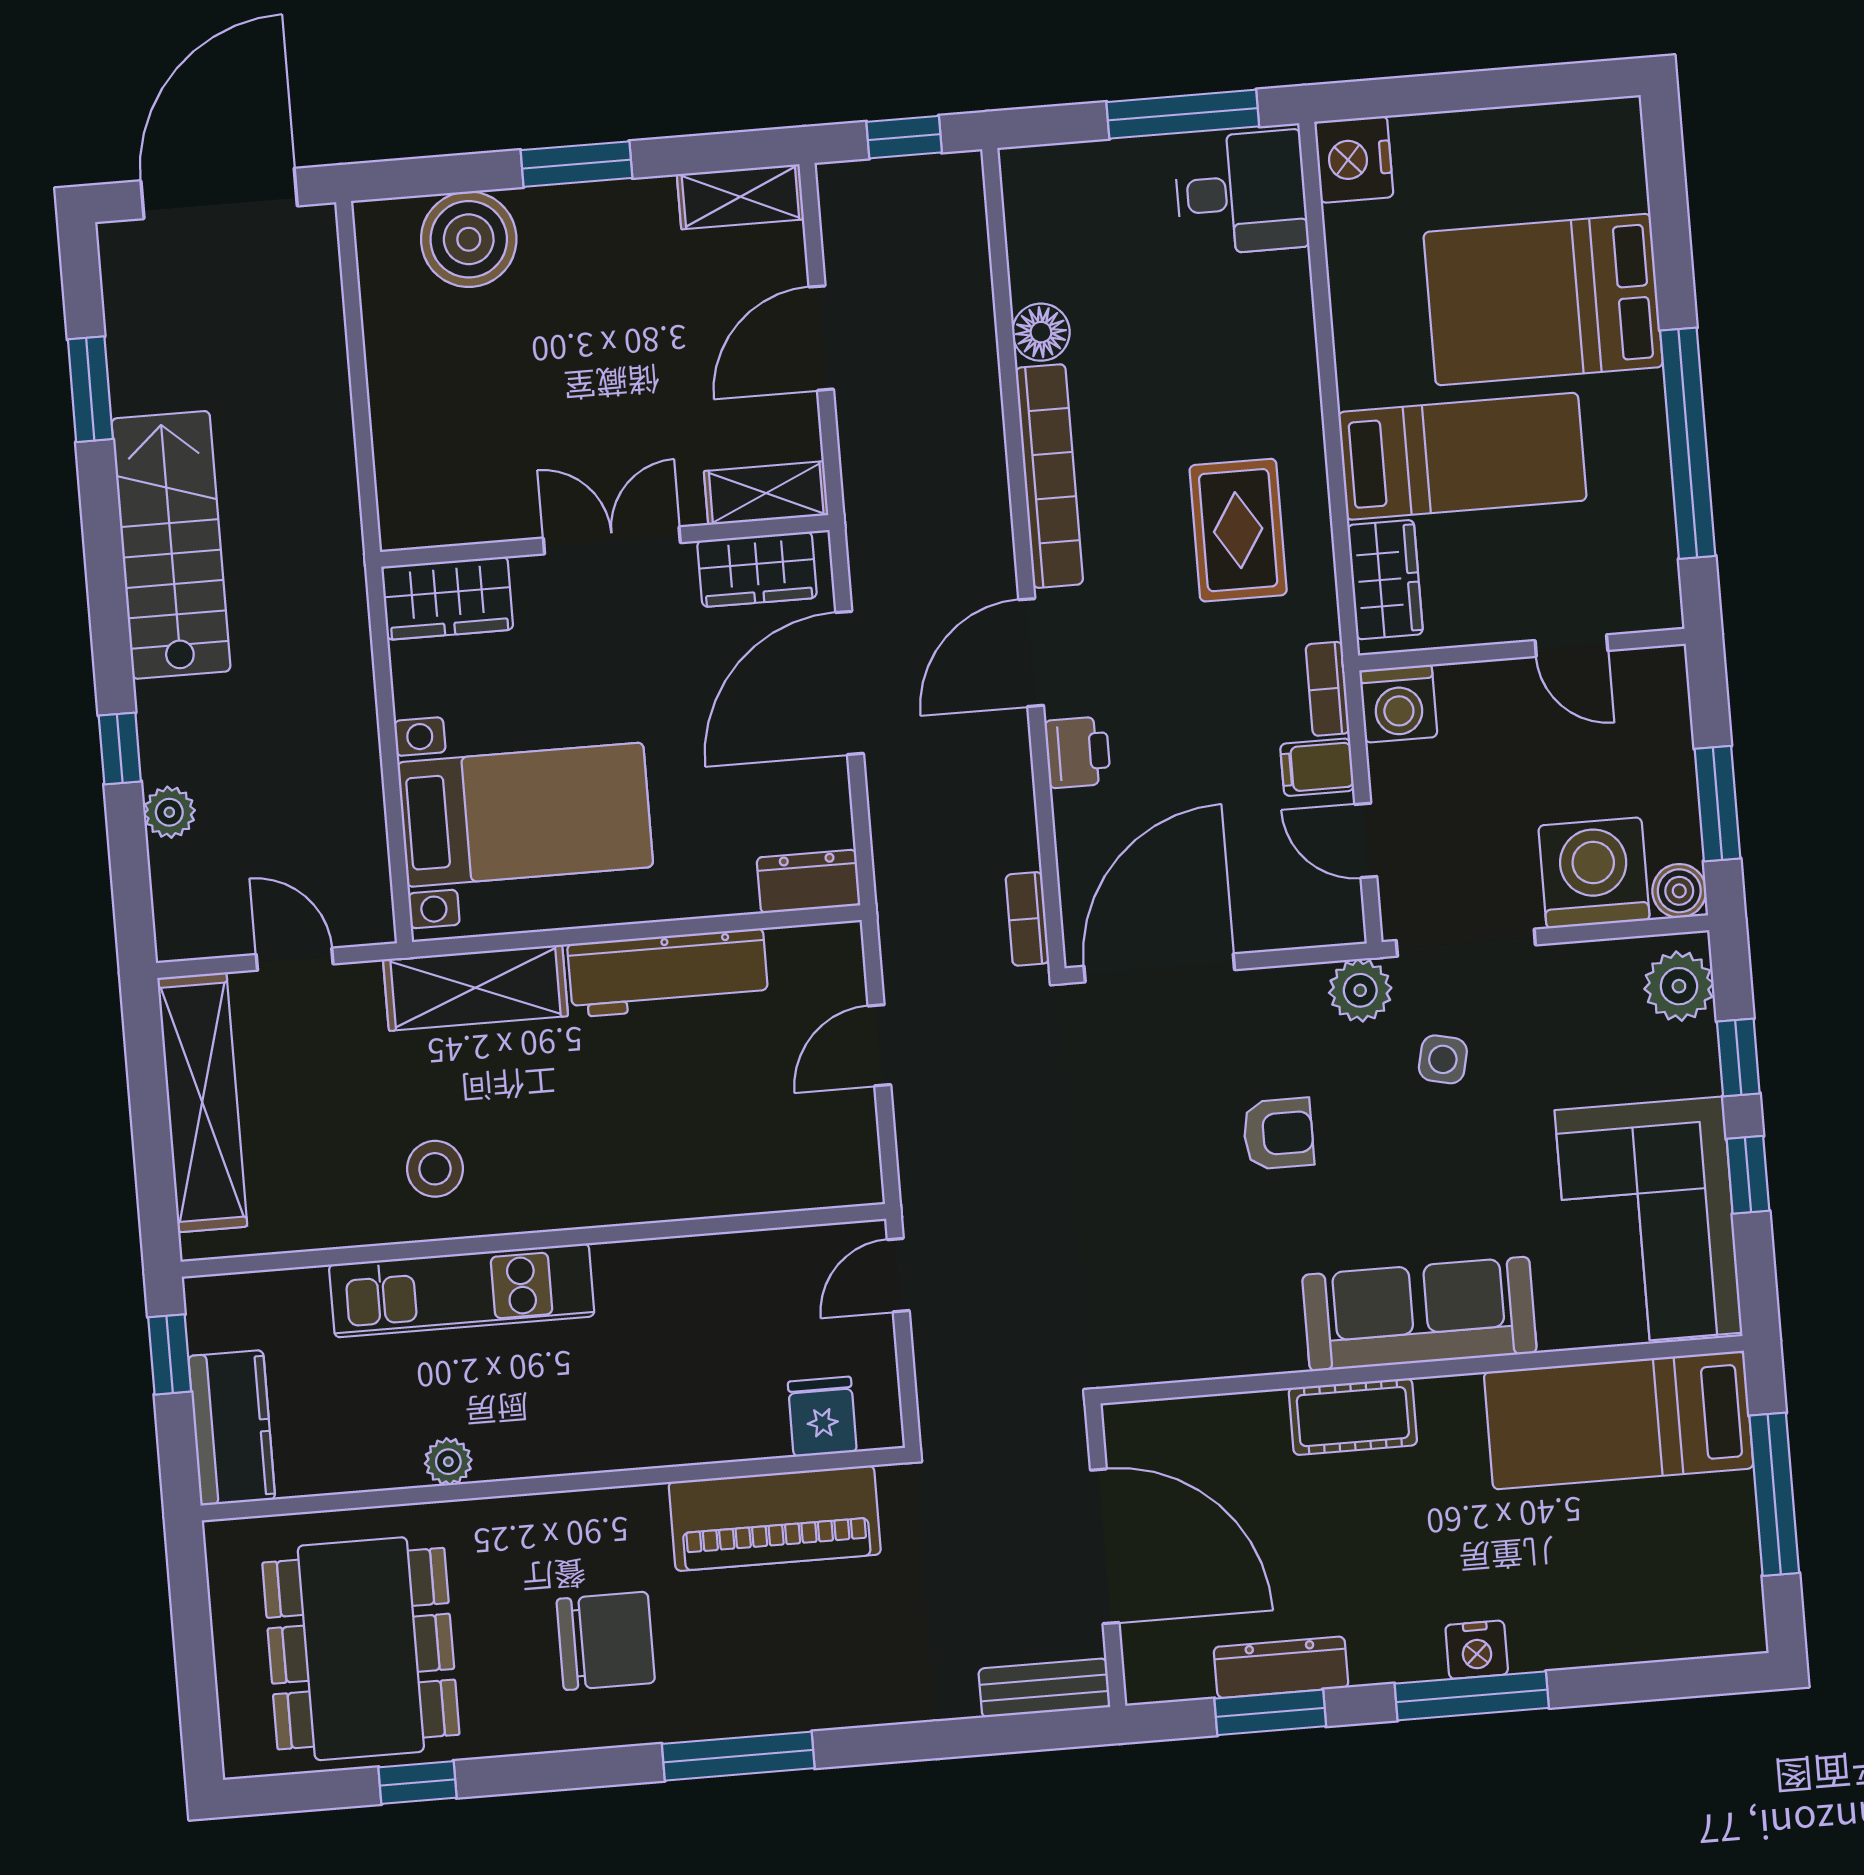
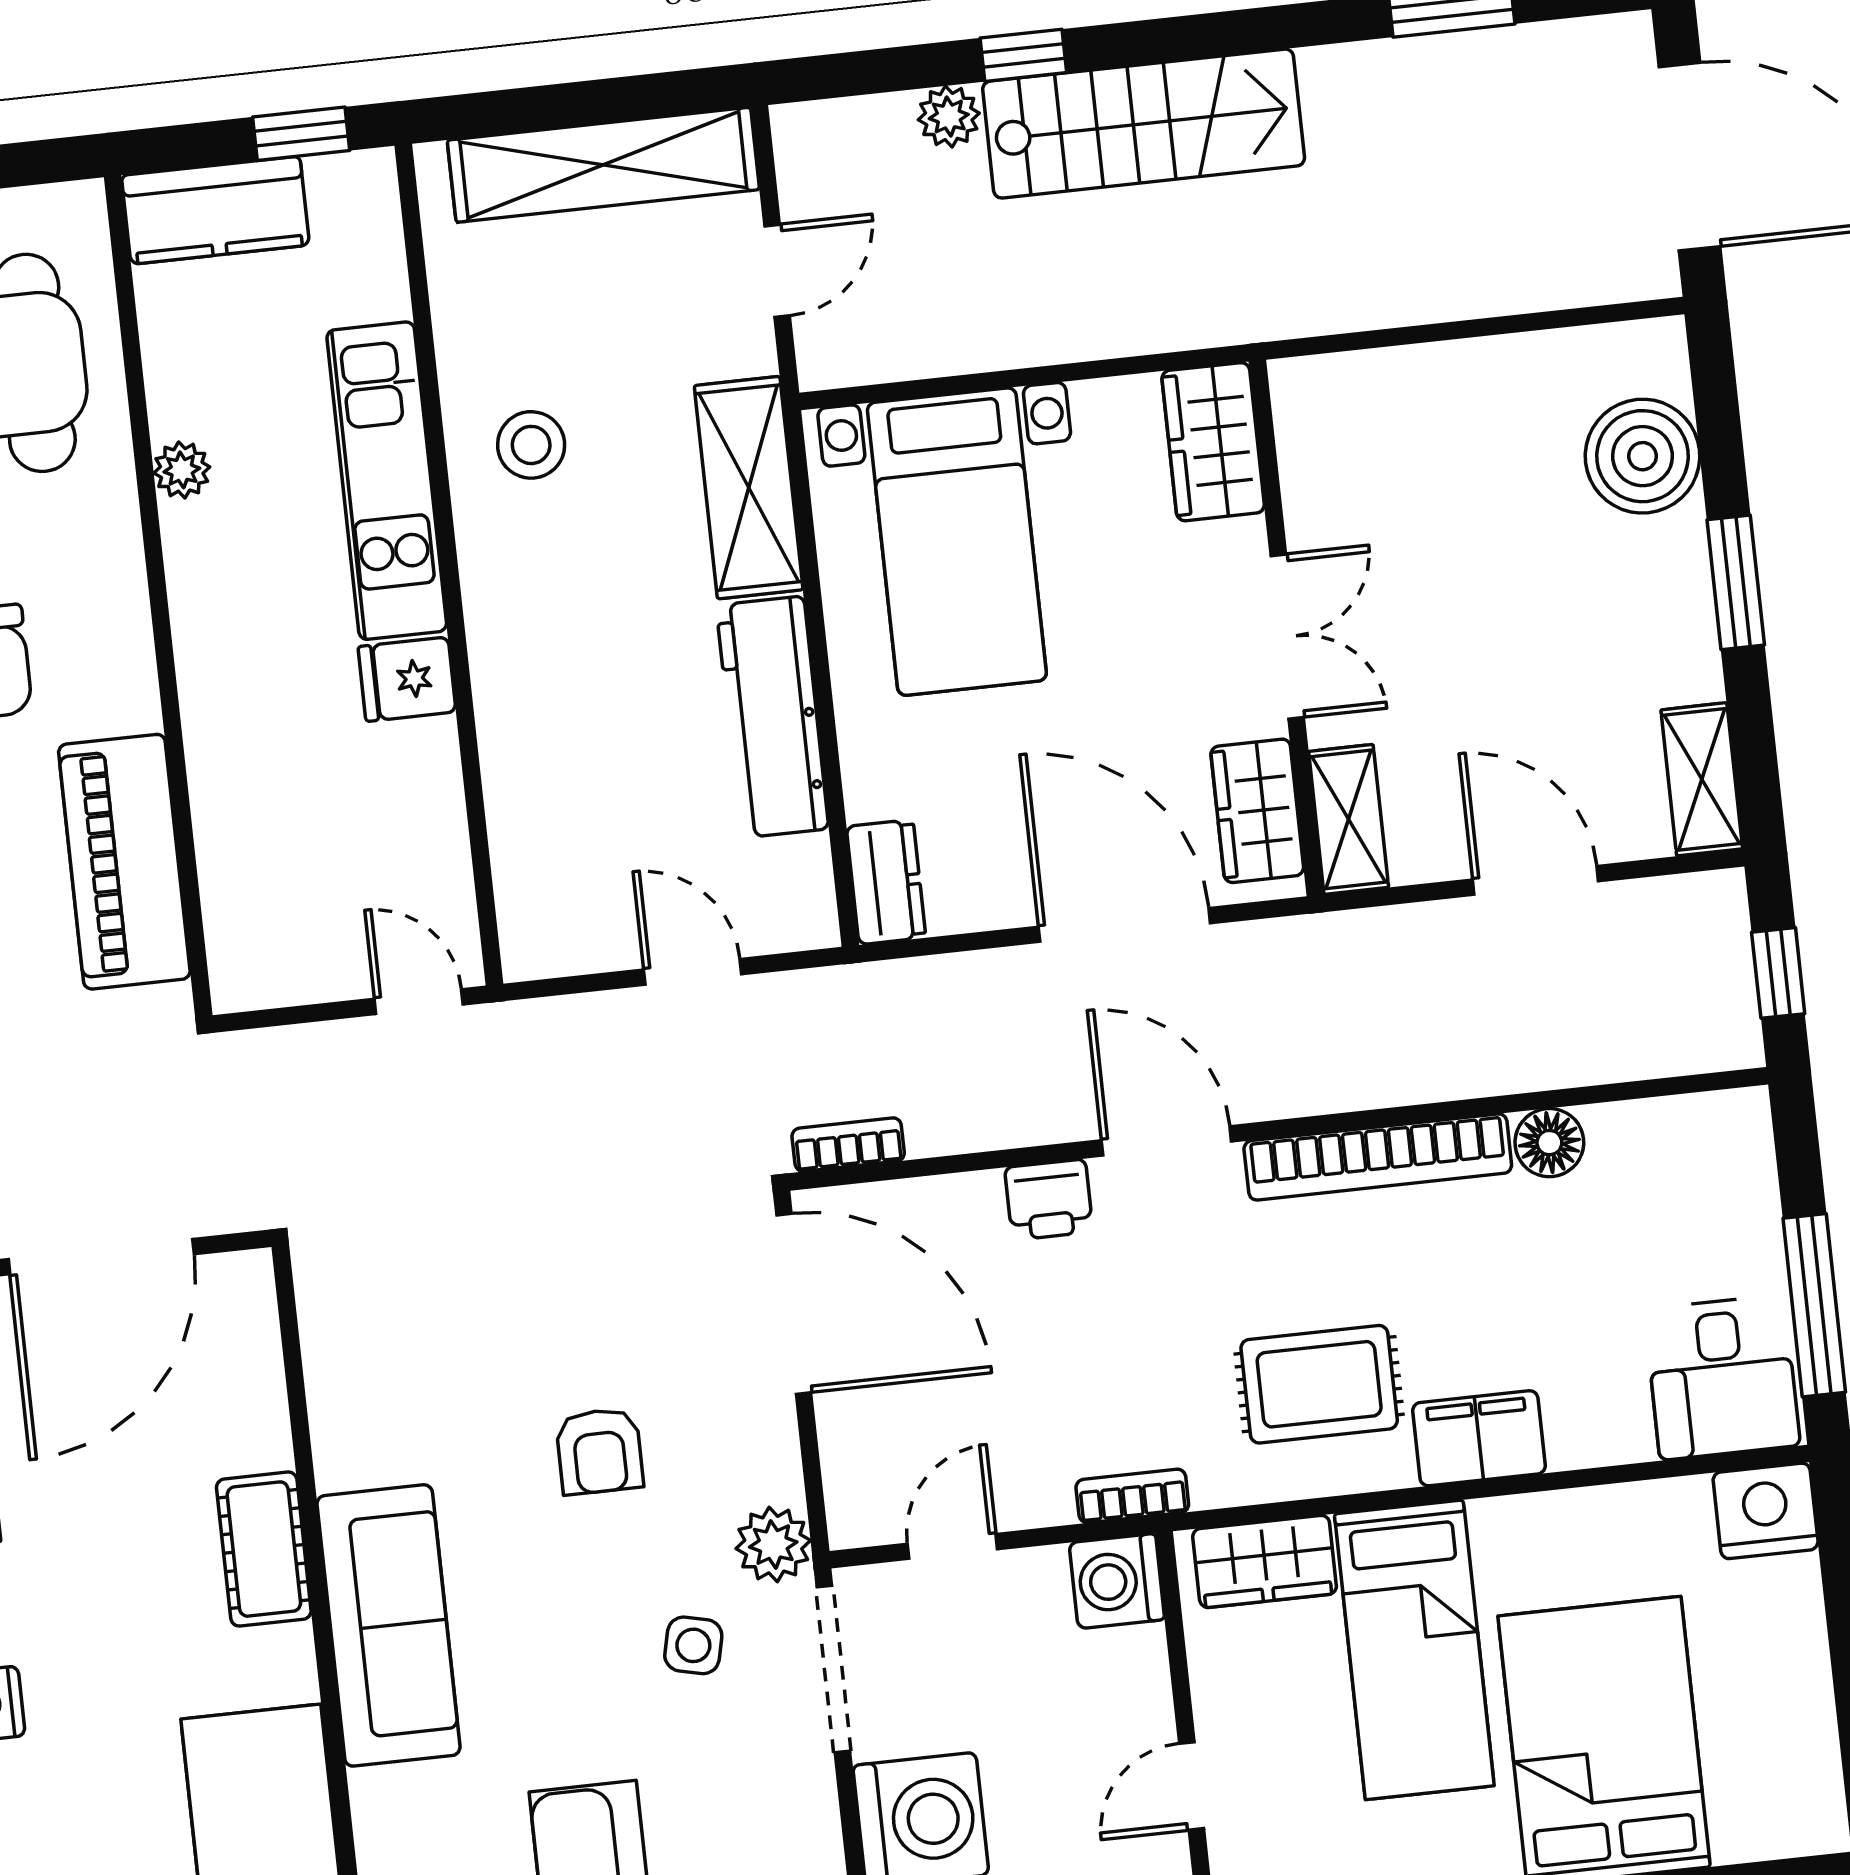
stairs: (171, 545) -> (1144, 124), moved
filing cabinet: (1317, 767) -> (1479, 1438), moved, width x2.00
fridge: (822, 1417) -> (407, 679), moved, turned 180

